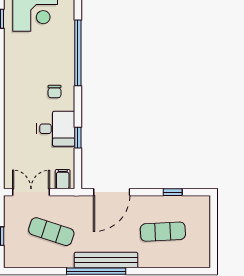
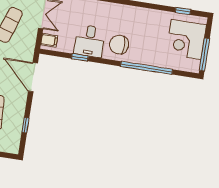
chair: (55, 92) -> (119, 45), width x1.87, depth x1.87

